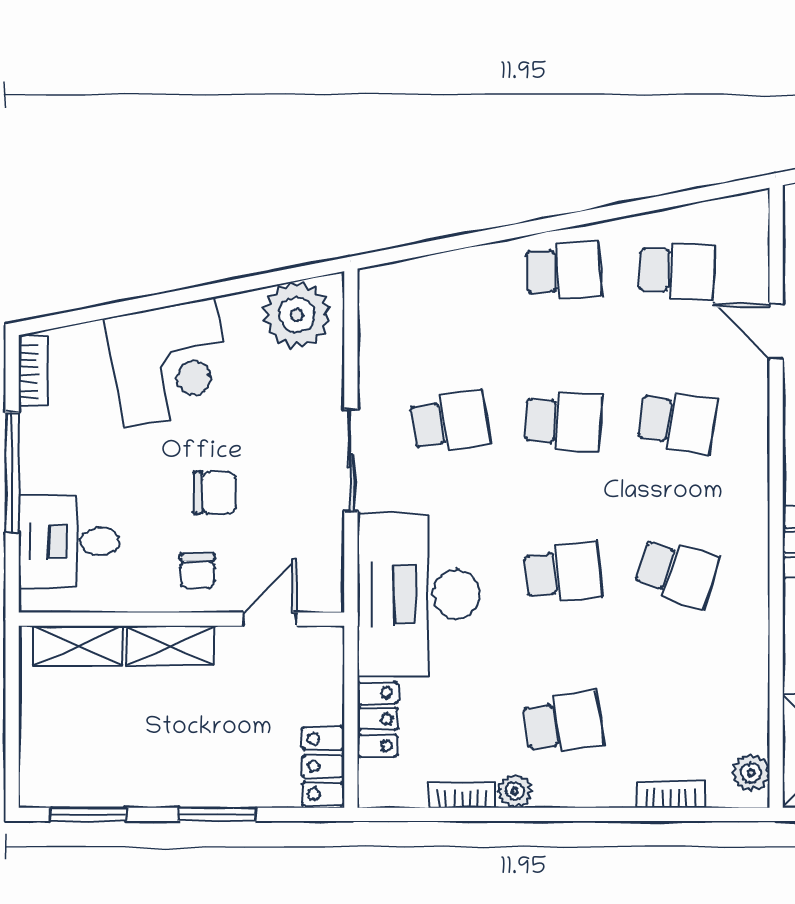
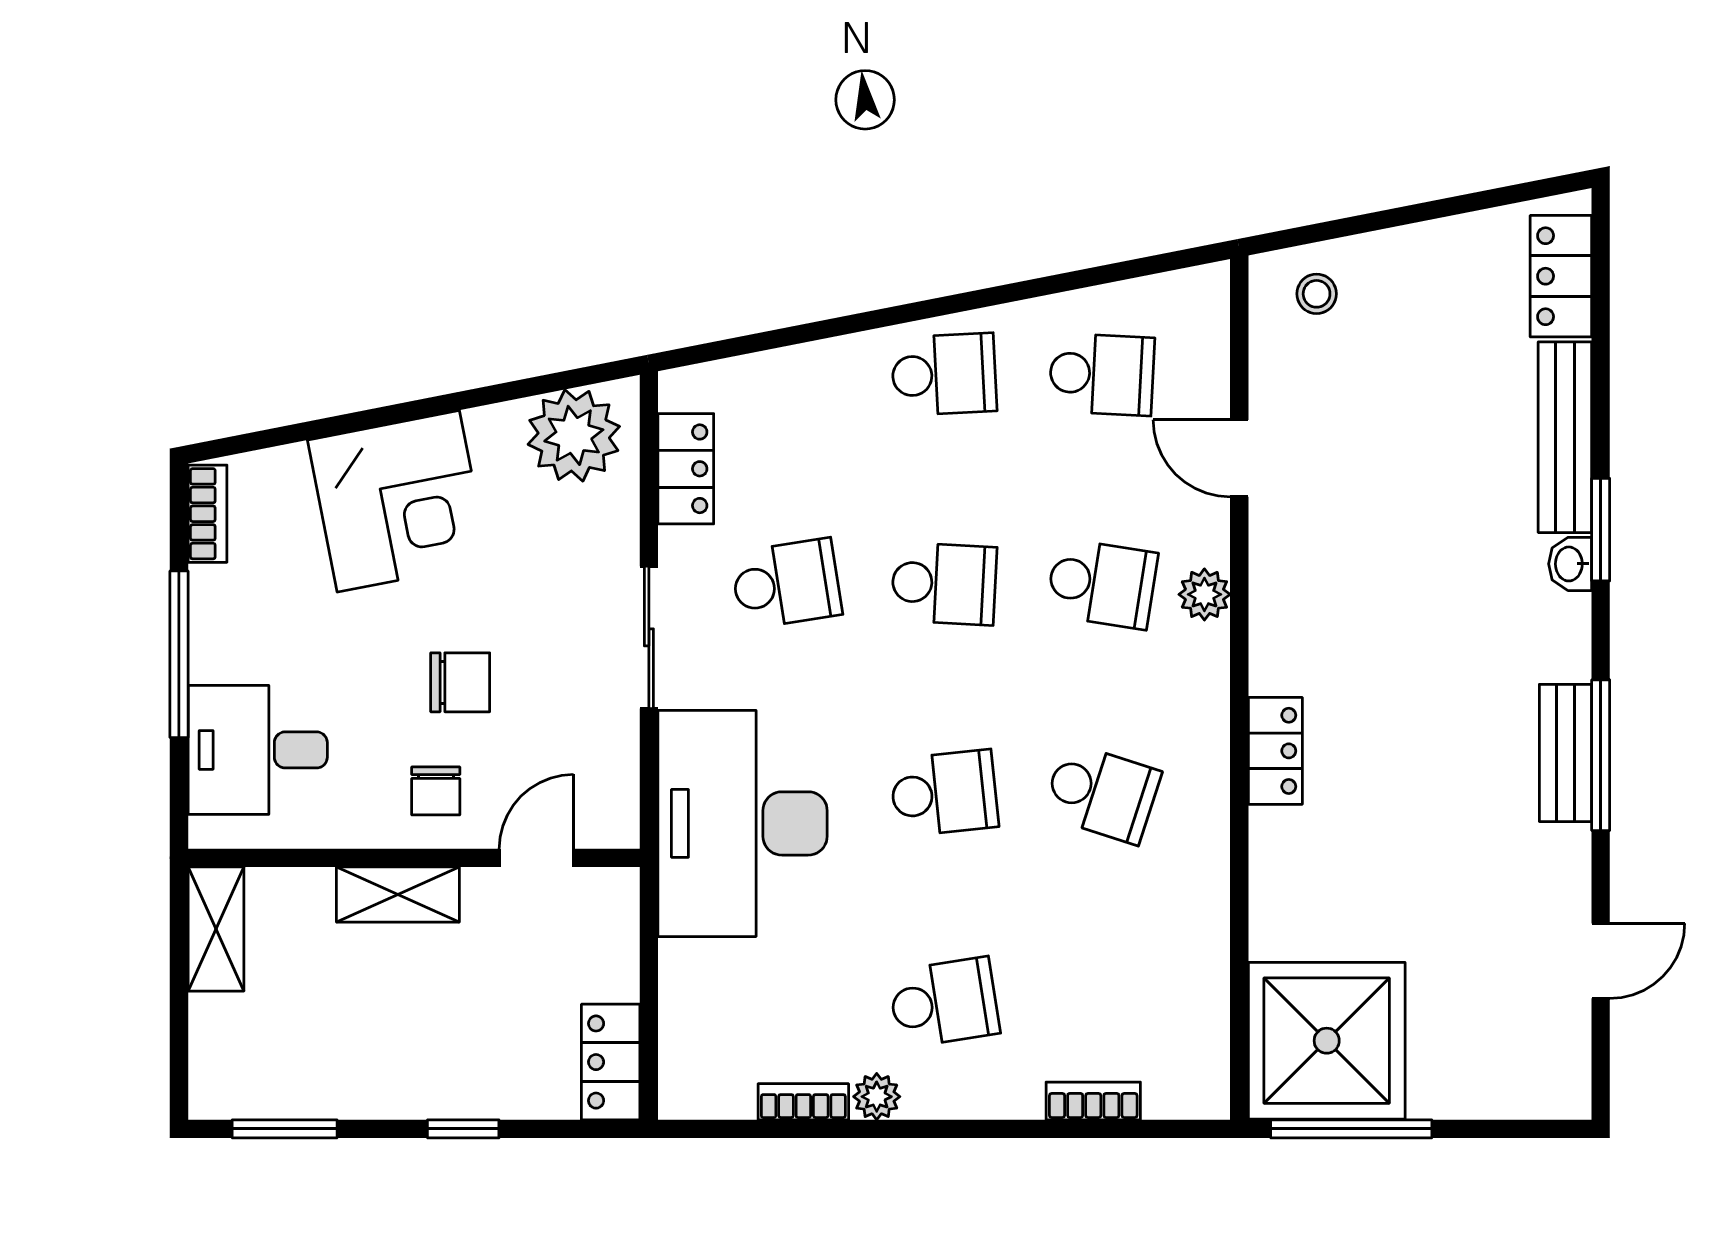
shelving: (77, 646) -> (216, 929), moved, turned 90
locker: (377, 719) -> (686, 469), moved
plant: (751, 773) -> (1204, 594), moved
window: (217, 814) -> (463, 1129), width x0.67

